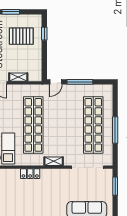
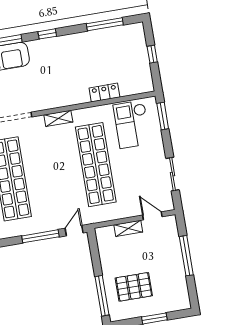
window: (44, 34) -> (102, 296), width x2.17
locker: (30, 174) -> (104, 93), moved

